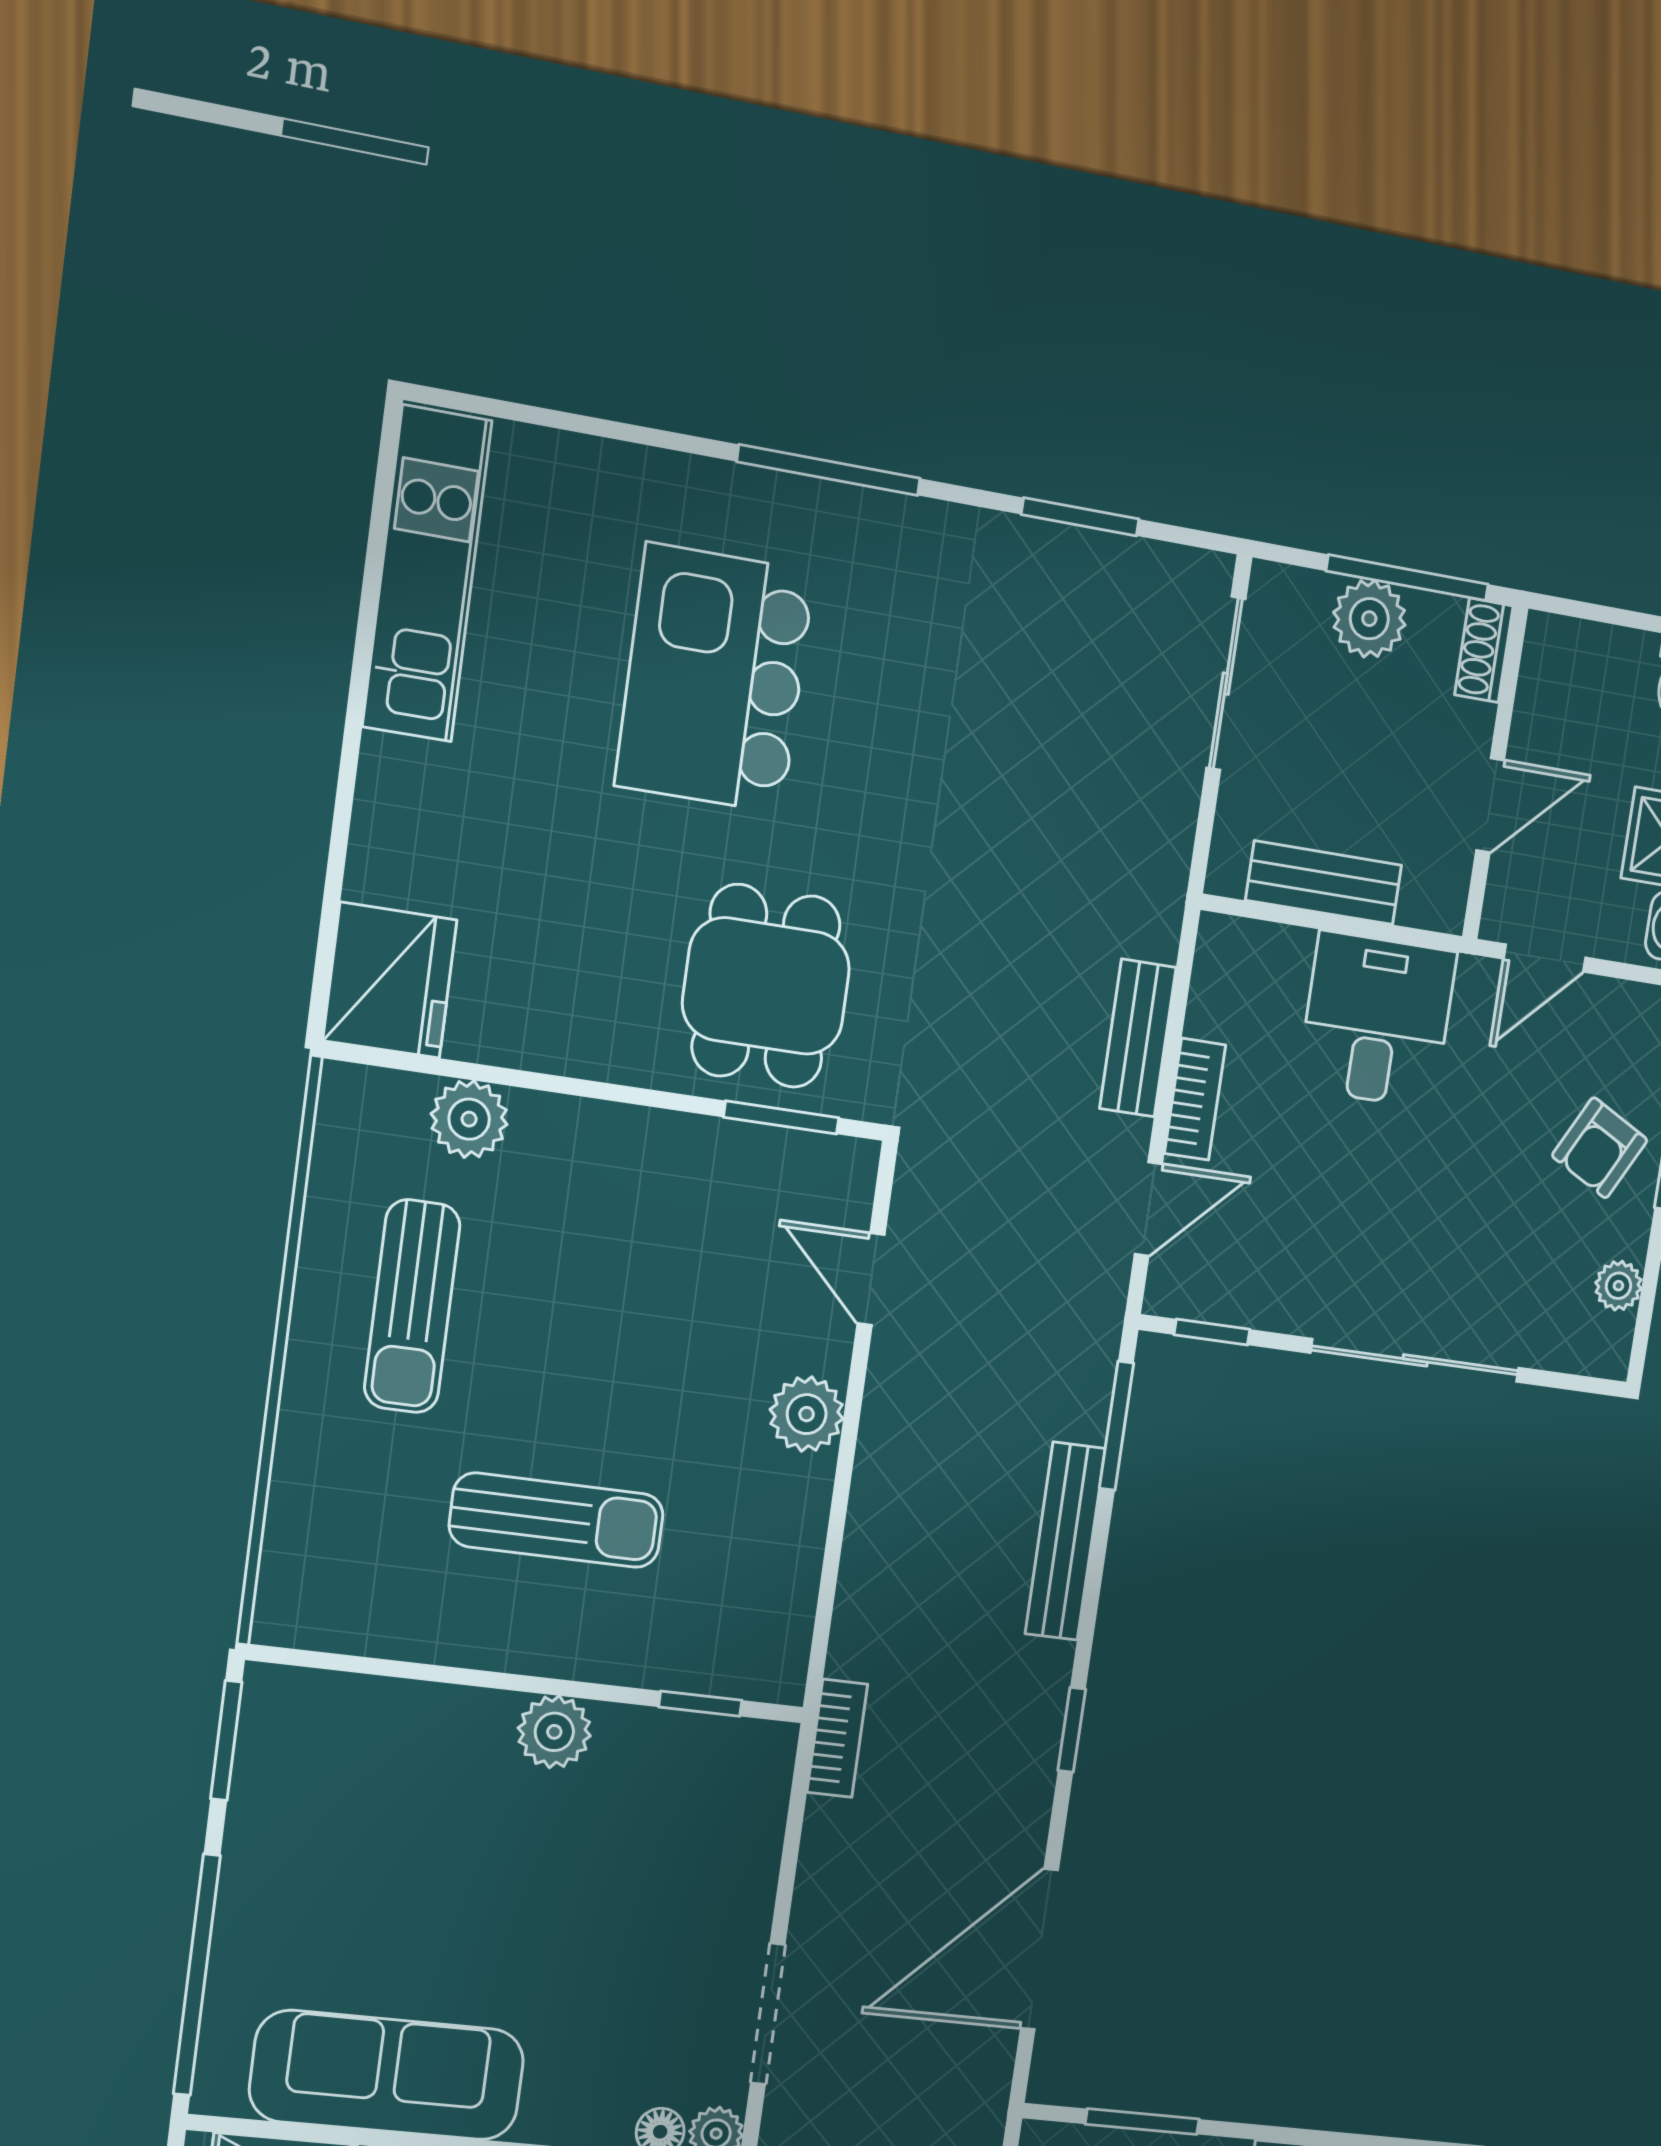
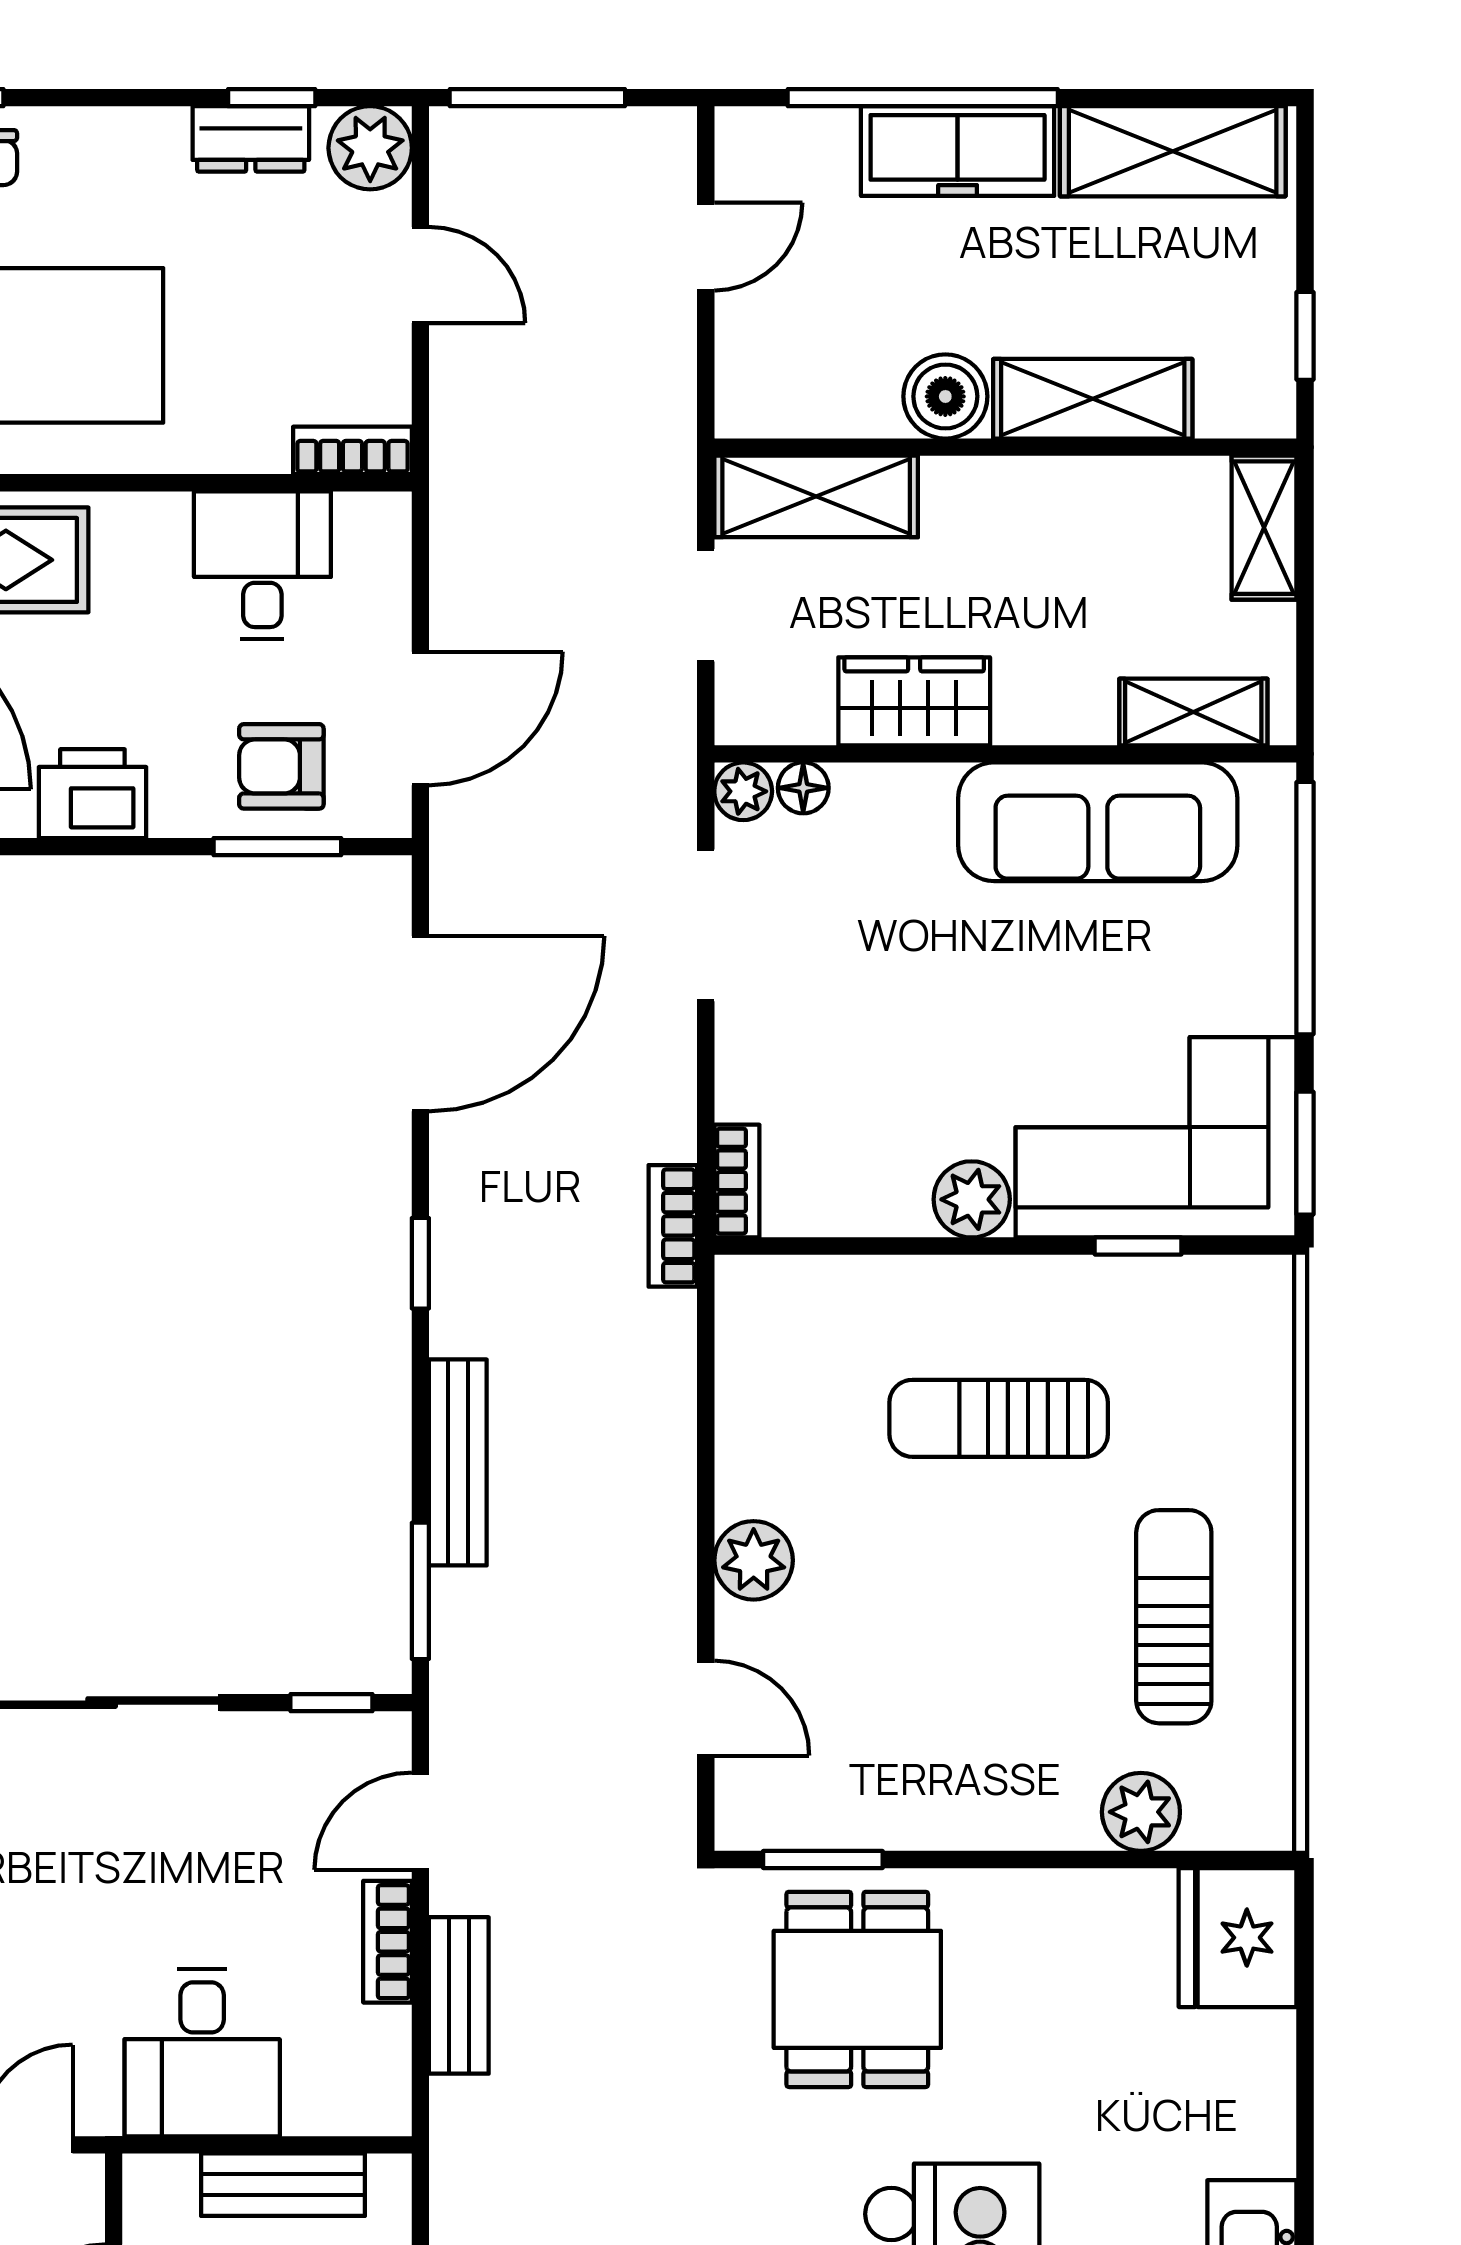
window: (700, 1704) -> (1138, 1246), moved
corner sofa: (370, 1771) -> (1156, 1137), added
bookcase: (772, 1774) -> (737, 1181), added

